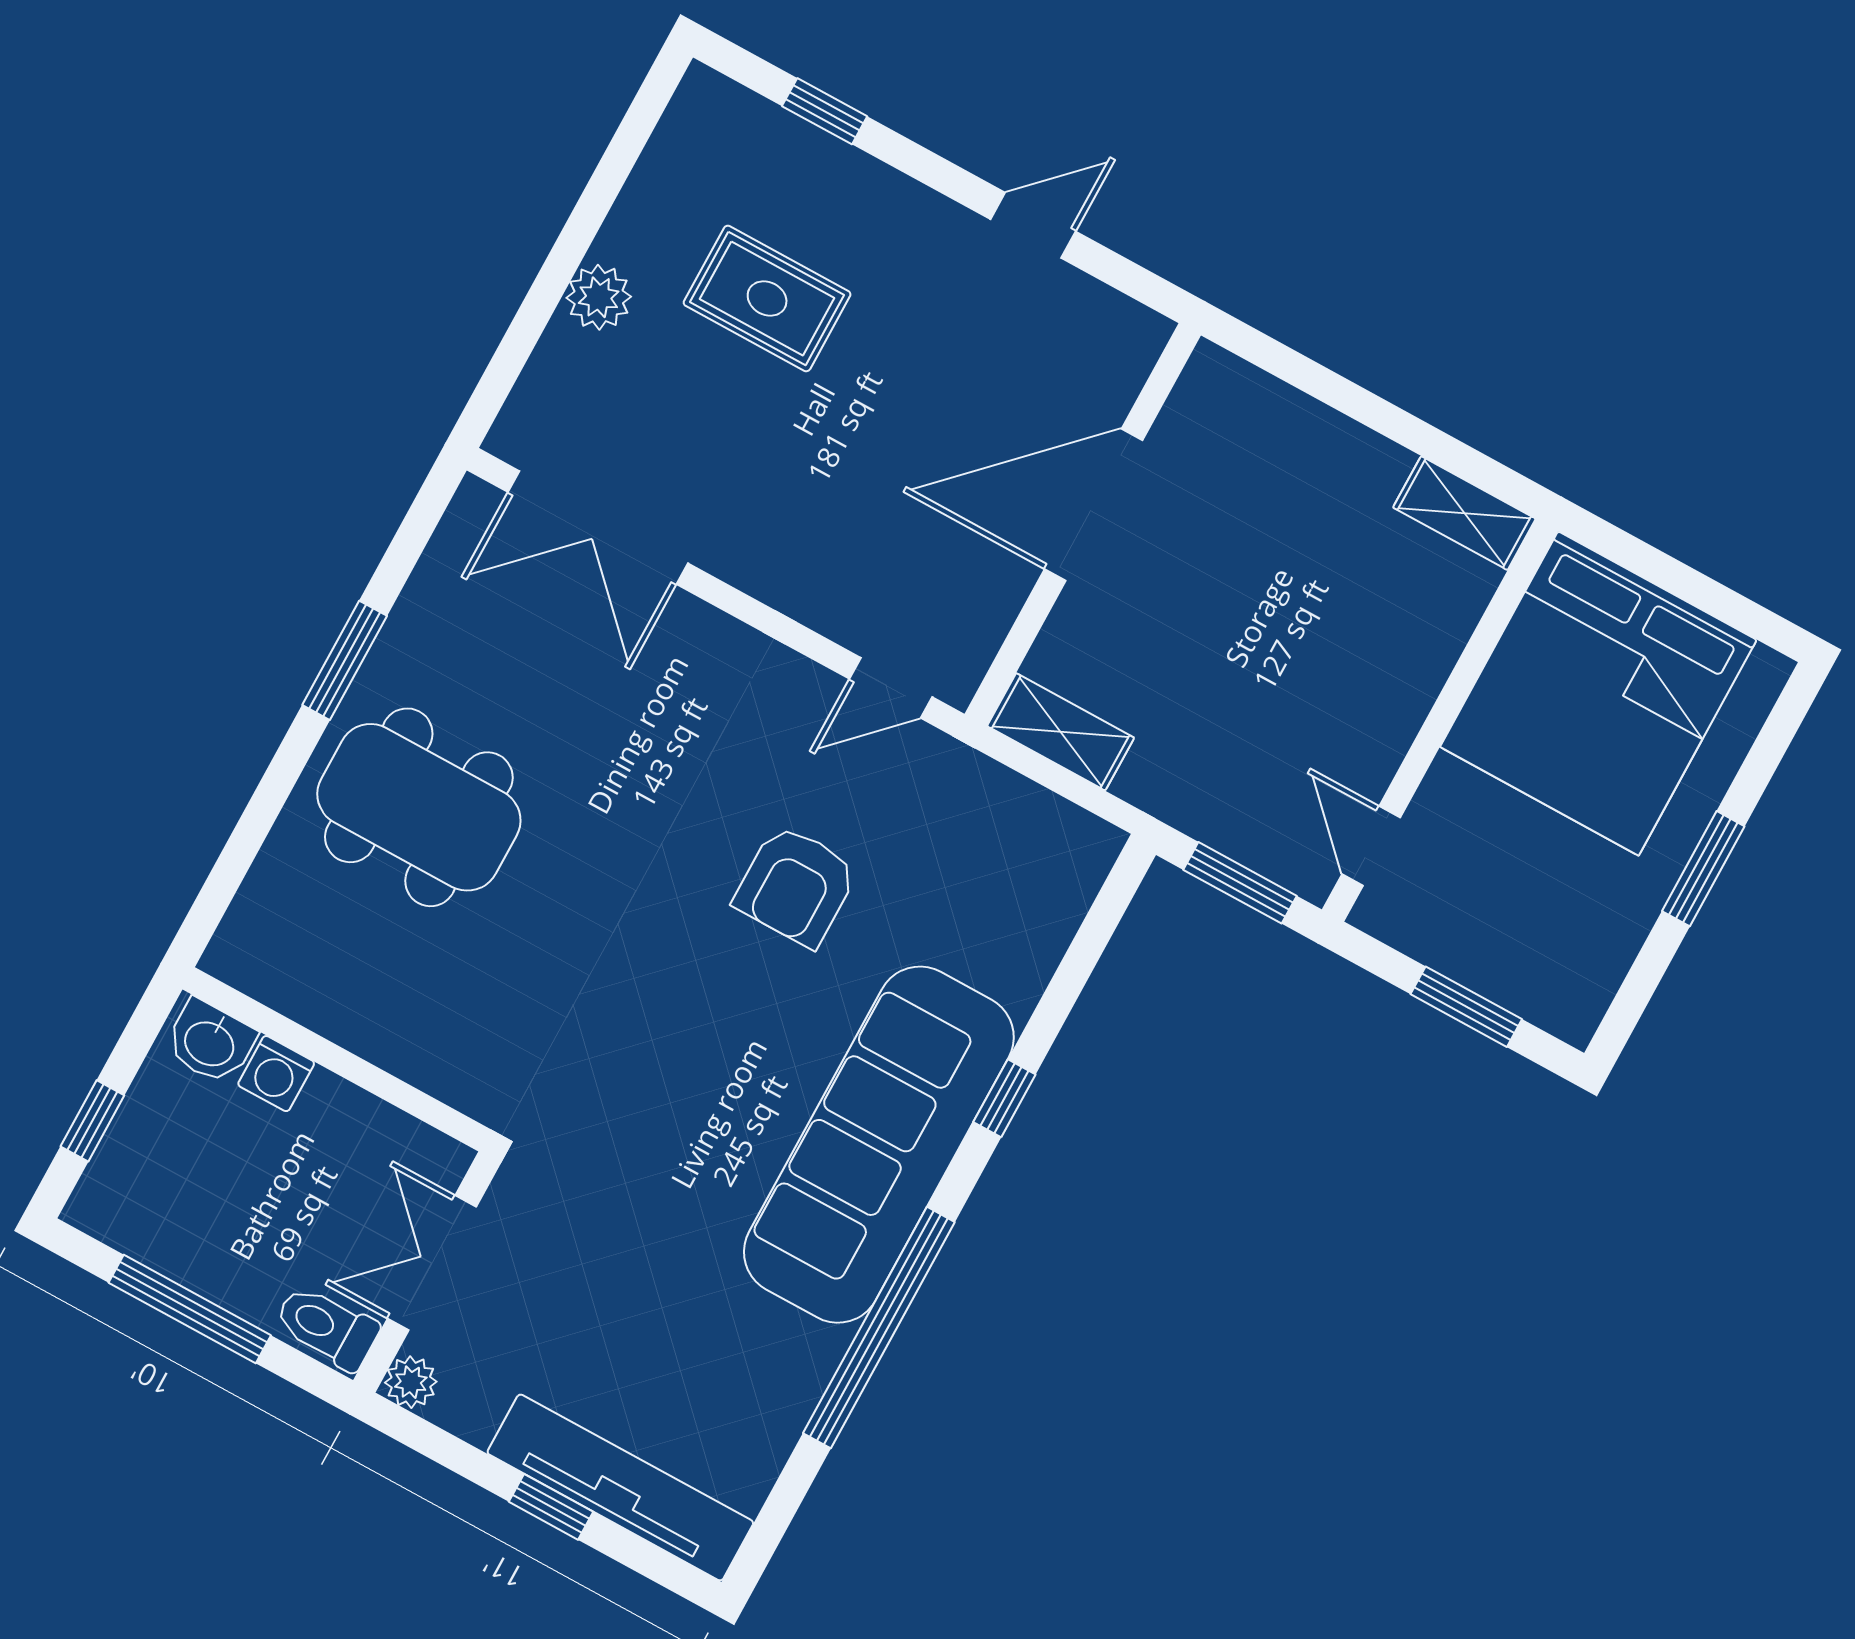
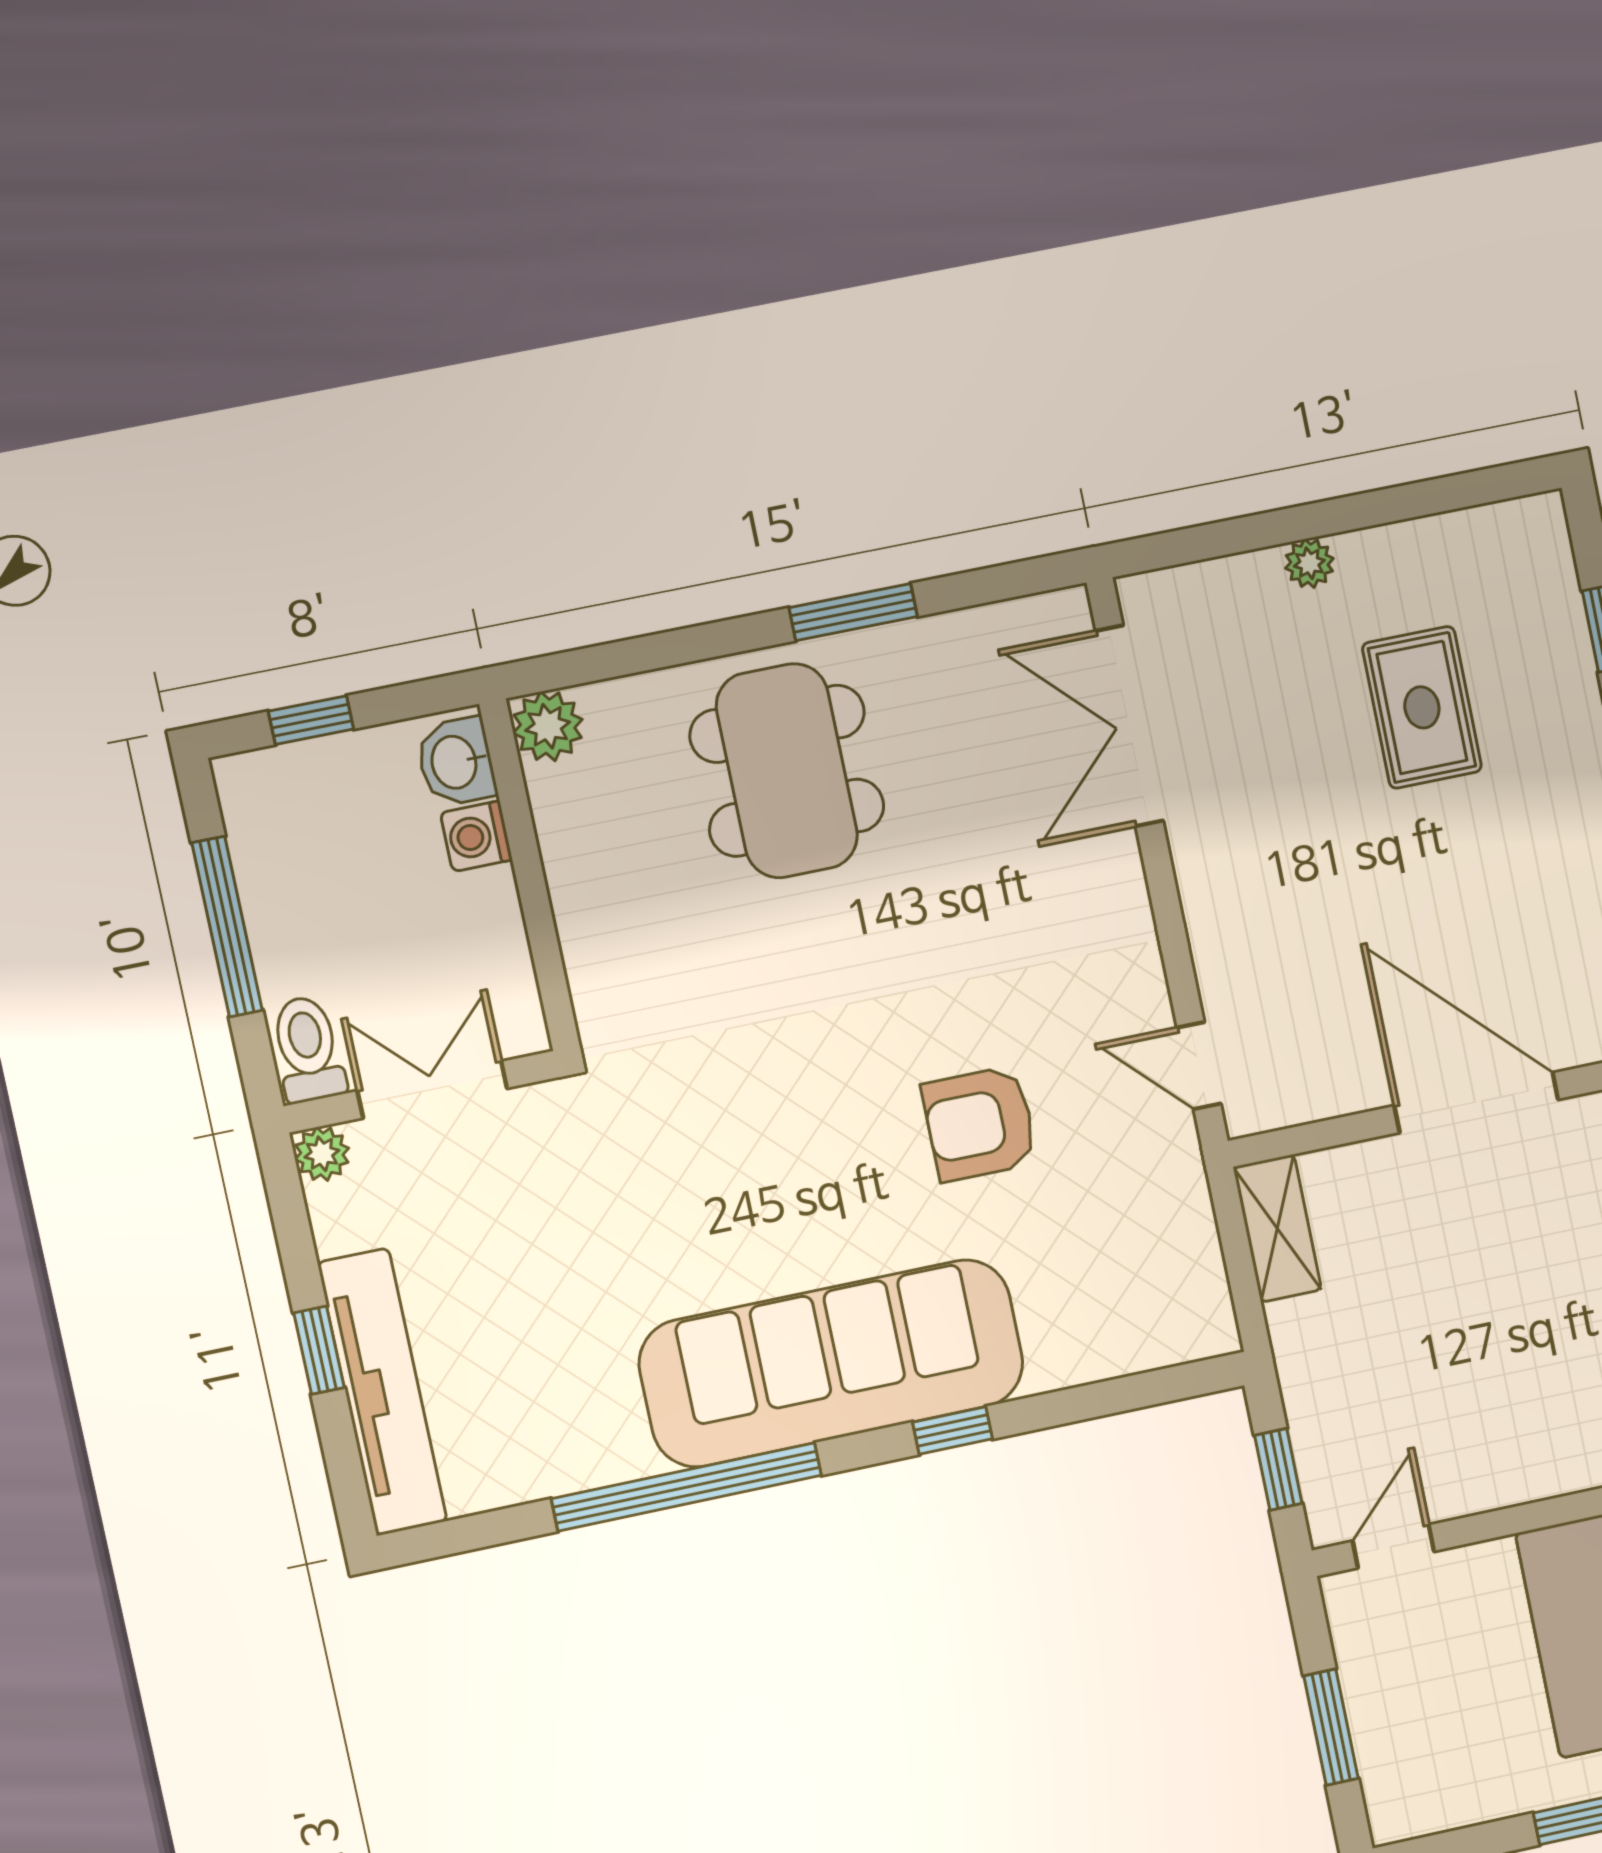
plant: (599, 297) -> (1309, 563), width x0.73, depth x0.73
window: (1240, 883) -> (1278, 1469), width x0.67
plant: (240, 954) -> (548, 726), added

